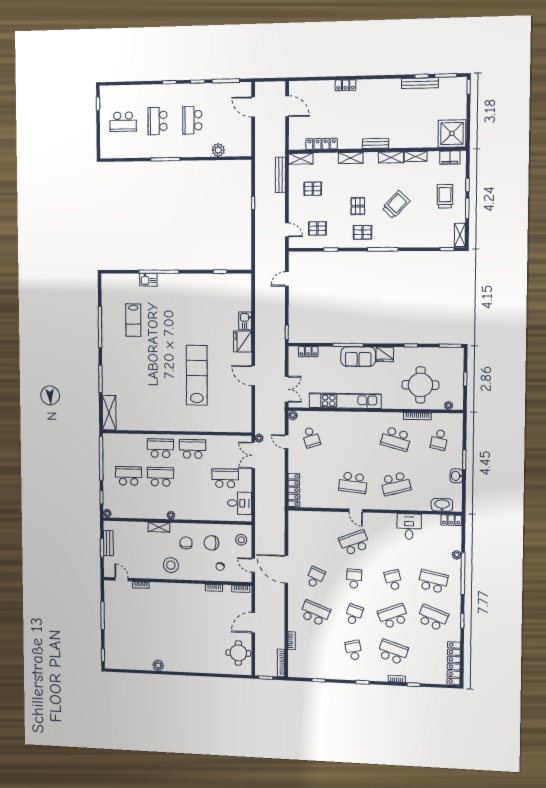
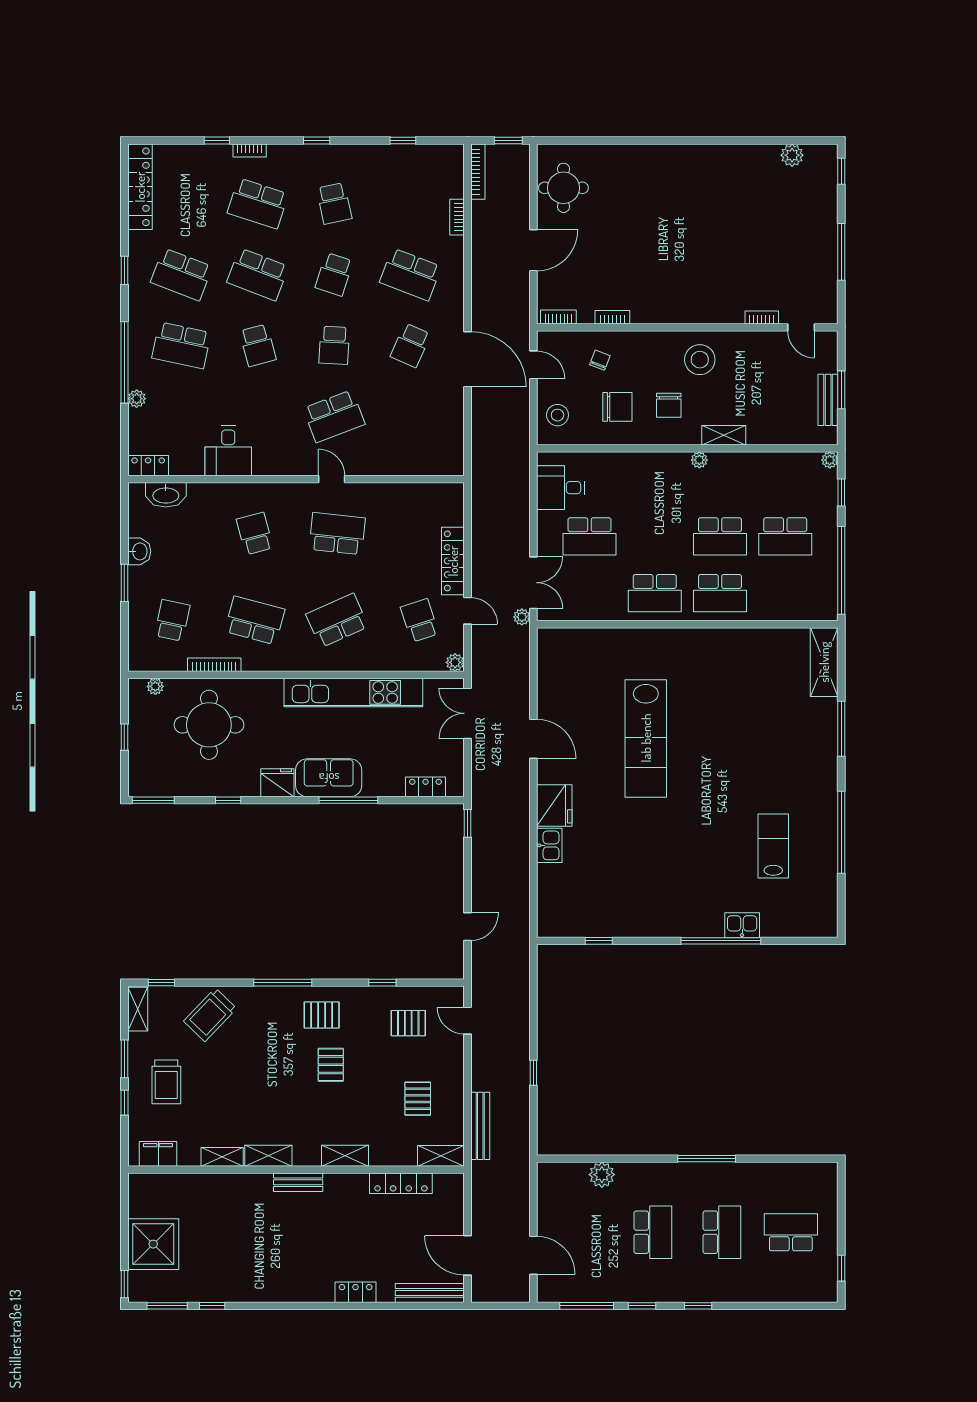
bench: (420, 83) -> (430, 1293), moved
shower: (452, 134) -> (153, 1244), moved
pallet: (313, 189) -> (418, 1099), turned 90
trolley: (396, 205) -> (210, 1015), moved
school desk: (353, 438) -> (337, 620), added
school desk: (396, 484) -> (255, 534), width x0.54
locker: (294, 490) -> (453, 561), moved
school desk: (393, 616) -> (258, 274), turned 42
plant: (158, 665) -> (792, 155), moved

